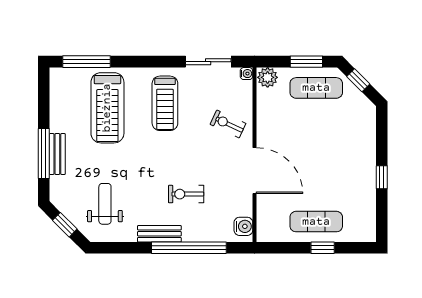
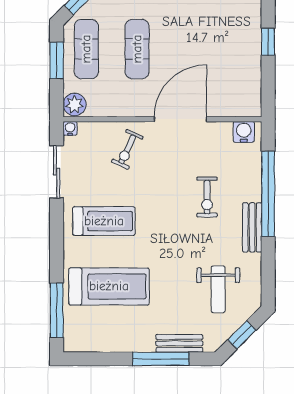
bench: (57, 154) -> (179, 343), moved
weight bench: (105, 204) -> (218, 289), turned -90
exercise mat: (316, 222) -> (137, 49), moved

